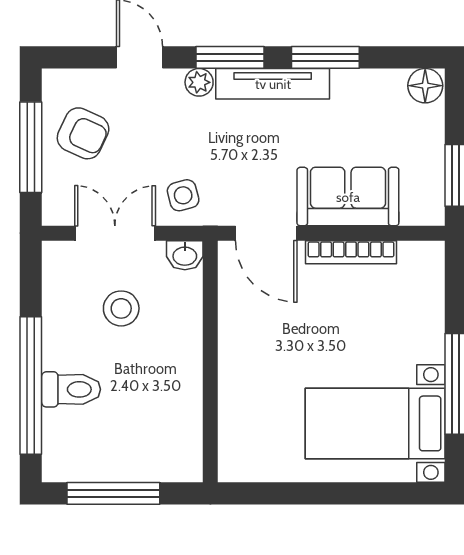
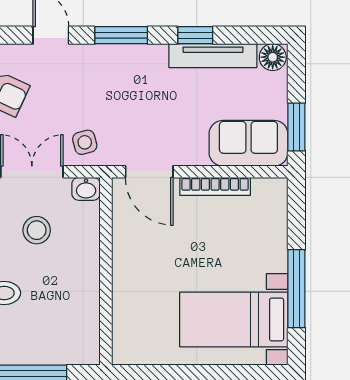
window: (325, 57) -> (195, 35), width x0.67
plant: (199, 82) -> (97, 55), removed
tv unit: (273, 84) -> (213, 56), moved
sofa: (348, 197) -> (248, 143), moved

